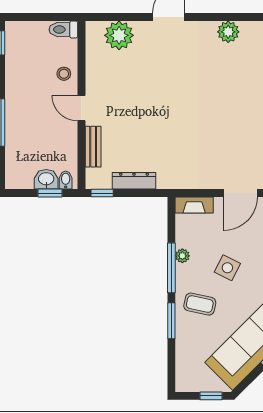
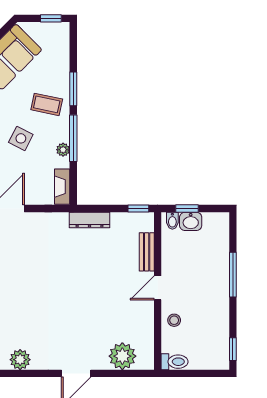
door: (81, 108) -> (158, 288), swing flipped
dresser: (134, 181) -> (90, 220), moved
fireplace: (194, 205) -> (62, 187), moved, turned -90
window: (211, 396) -> (51, 18), moved

